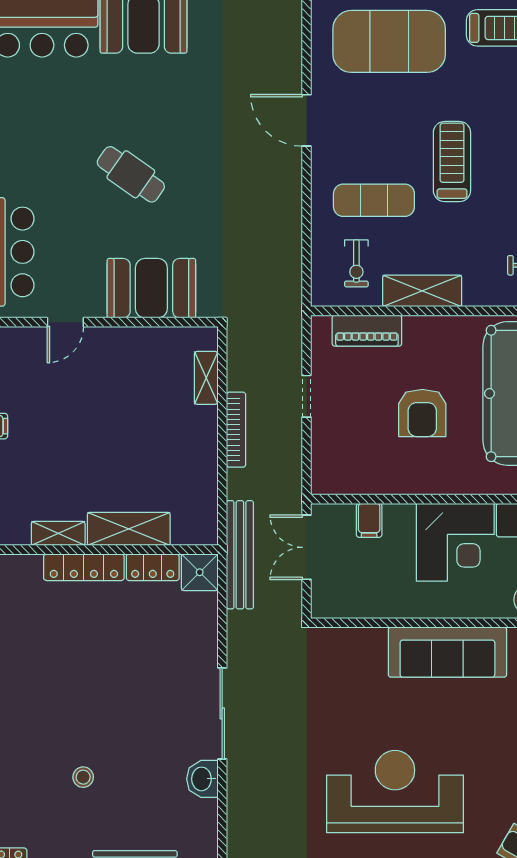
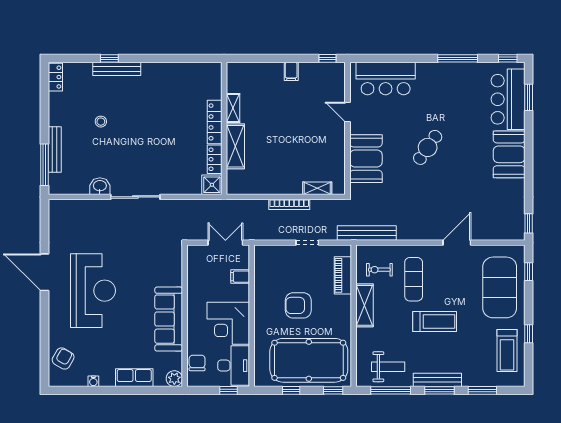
bench: (240, 555) -> (367, 233), moved

